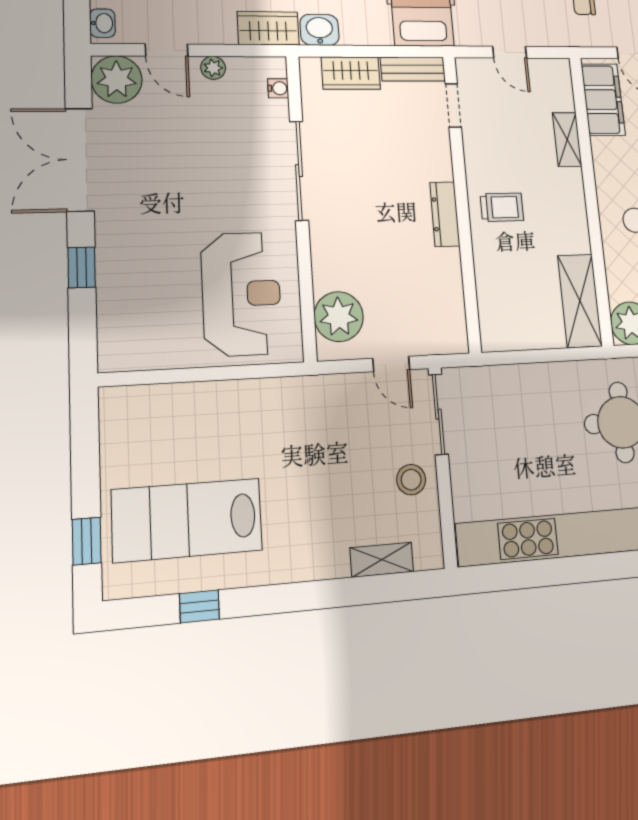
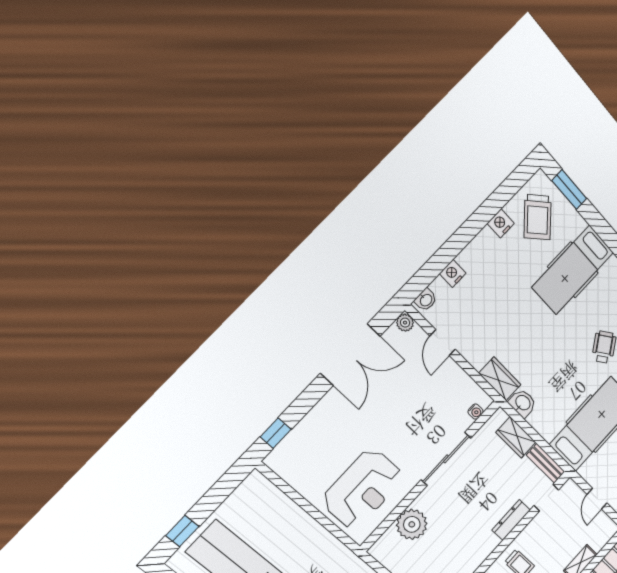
plant: (213, 68) -> (456, 372), removed
plant: (117, 79) -> (405, 323), width x0.53, depth x0.53
double door: (80, 160) -> (350, 355), swing flipped
dresser: (445, 214) -> (511, 520), moved
window: (82, 267) -> (276, 433), moved
plant: (339, 317) -> (412, 524), moved

